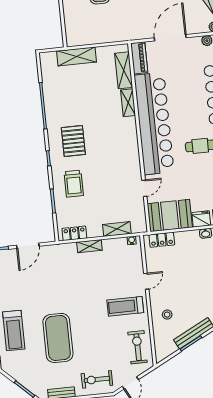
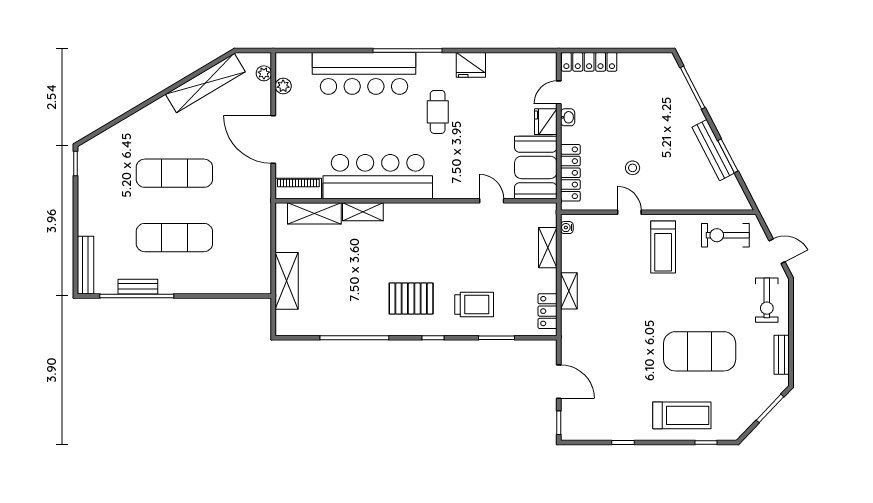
bar counter: (154, 123) -> (378, 177), width x0.73
locker: (162, 240) -> (570, 173), width x1.53
stool: (167, 315) -> (633, 168), moved

